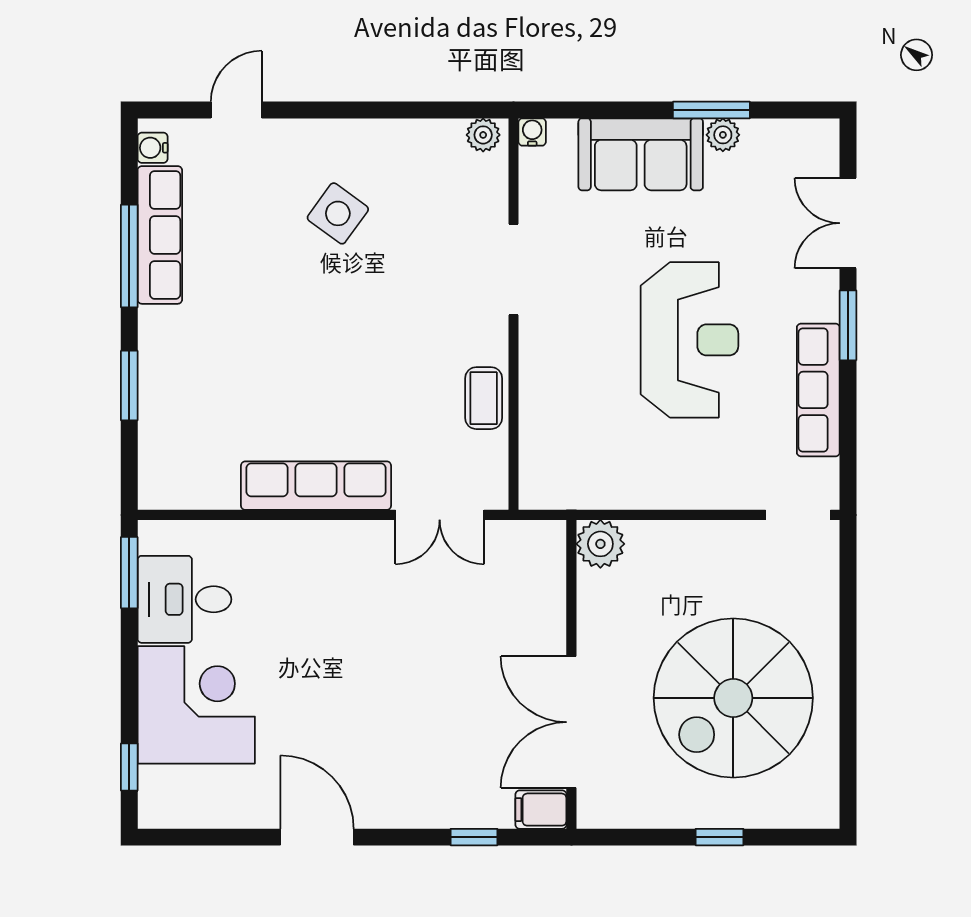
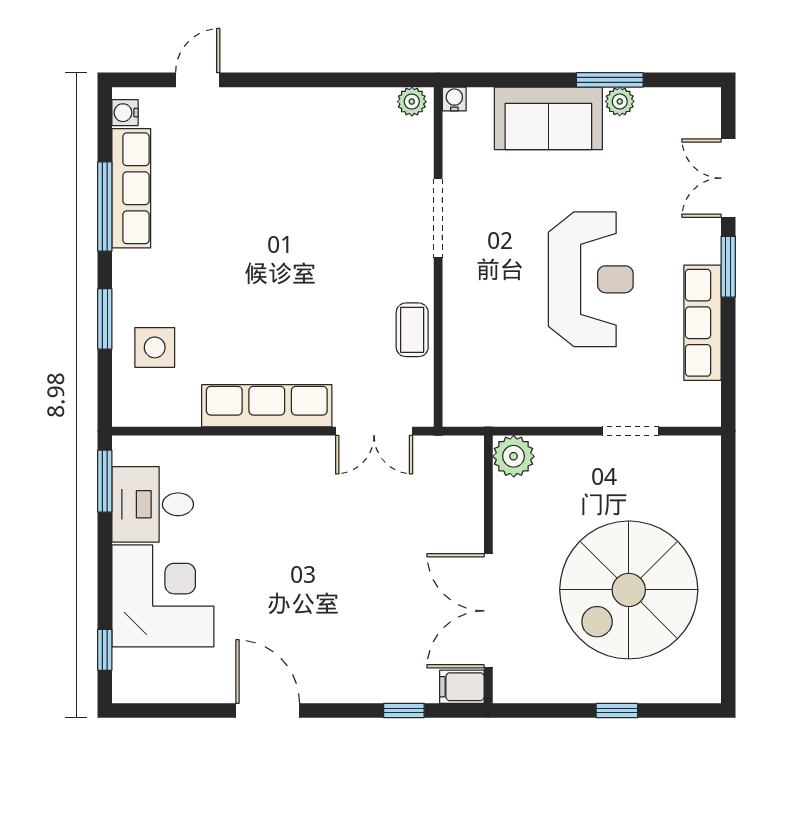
side table: (338, 213) -> (155, 347), moved, turned -36
doorway: (798, 515) -> (630, 431), moved

